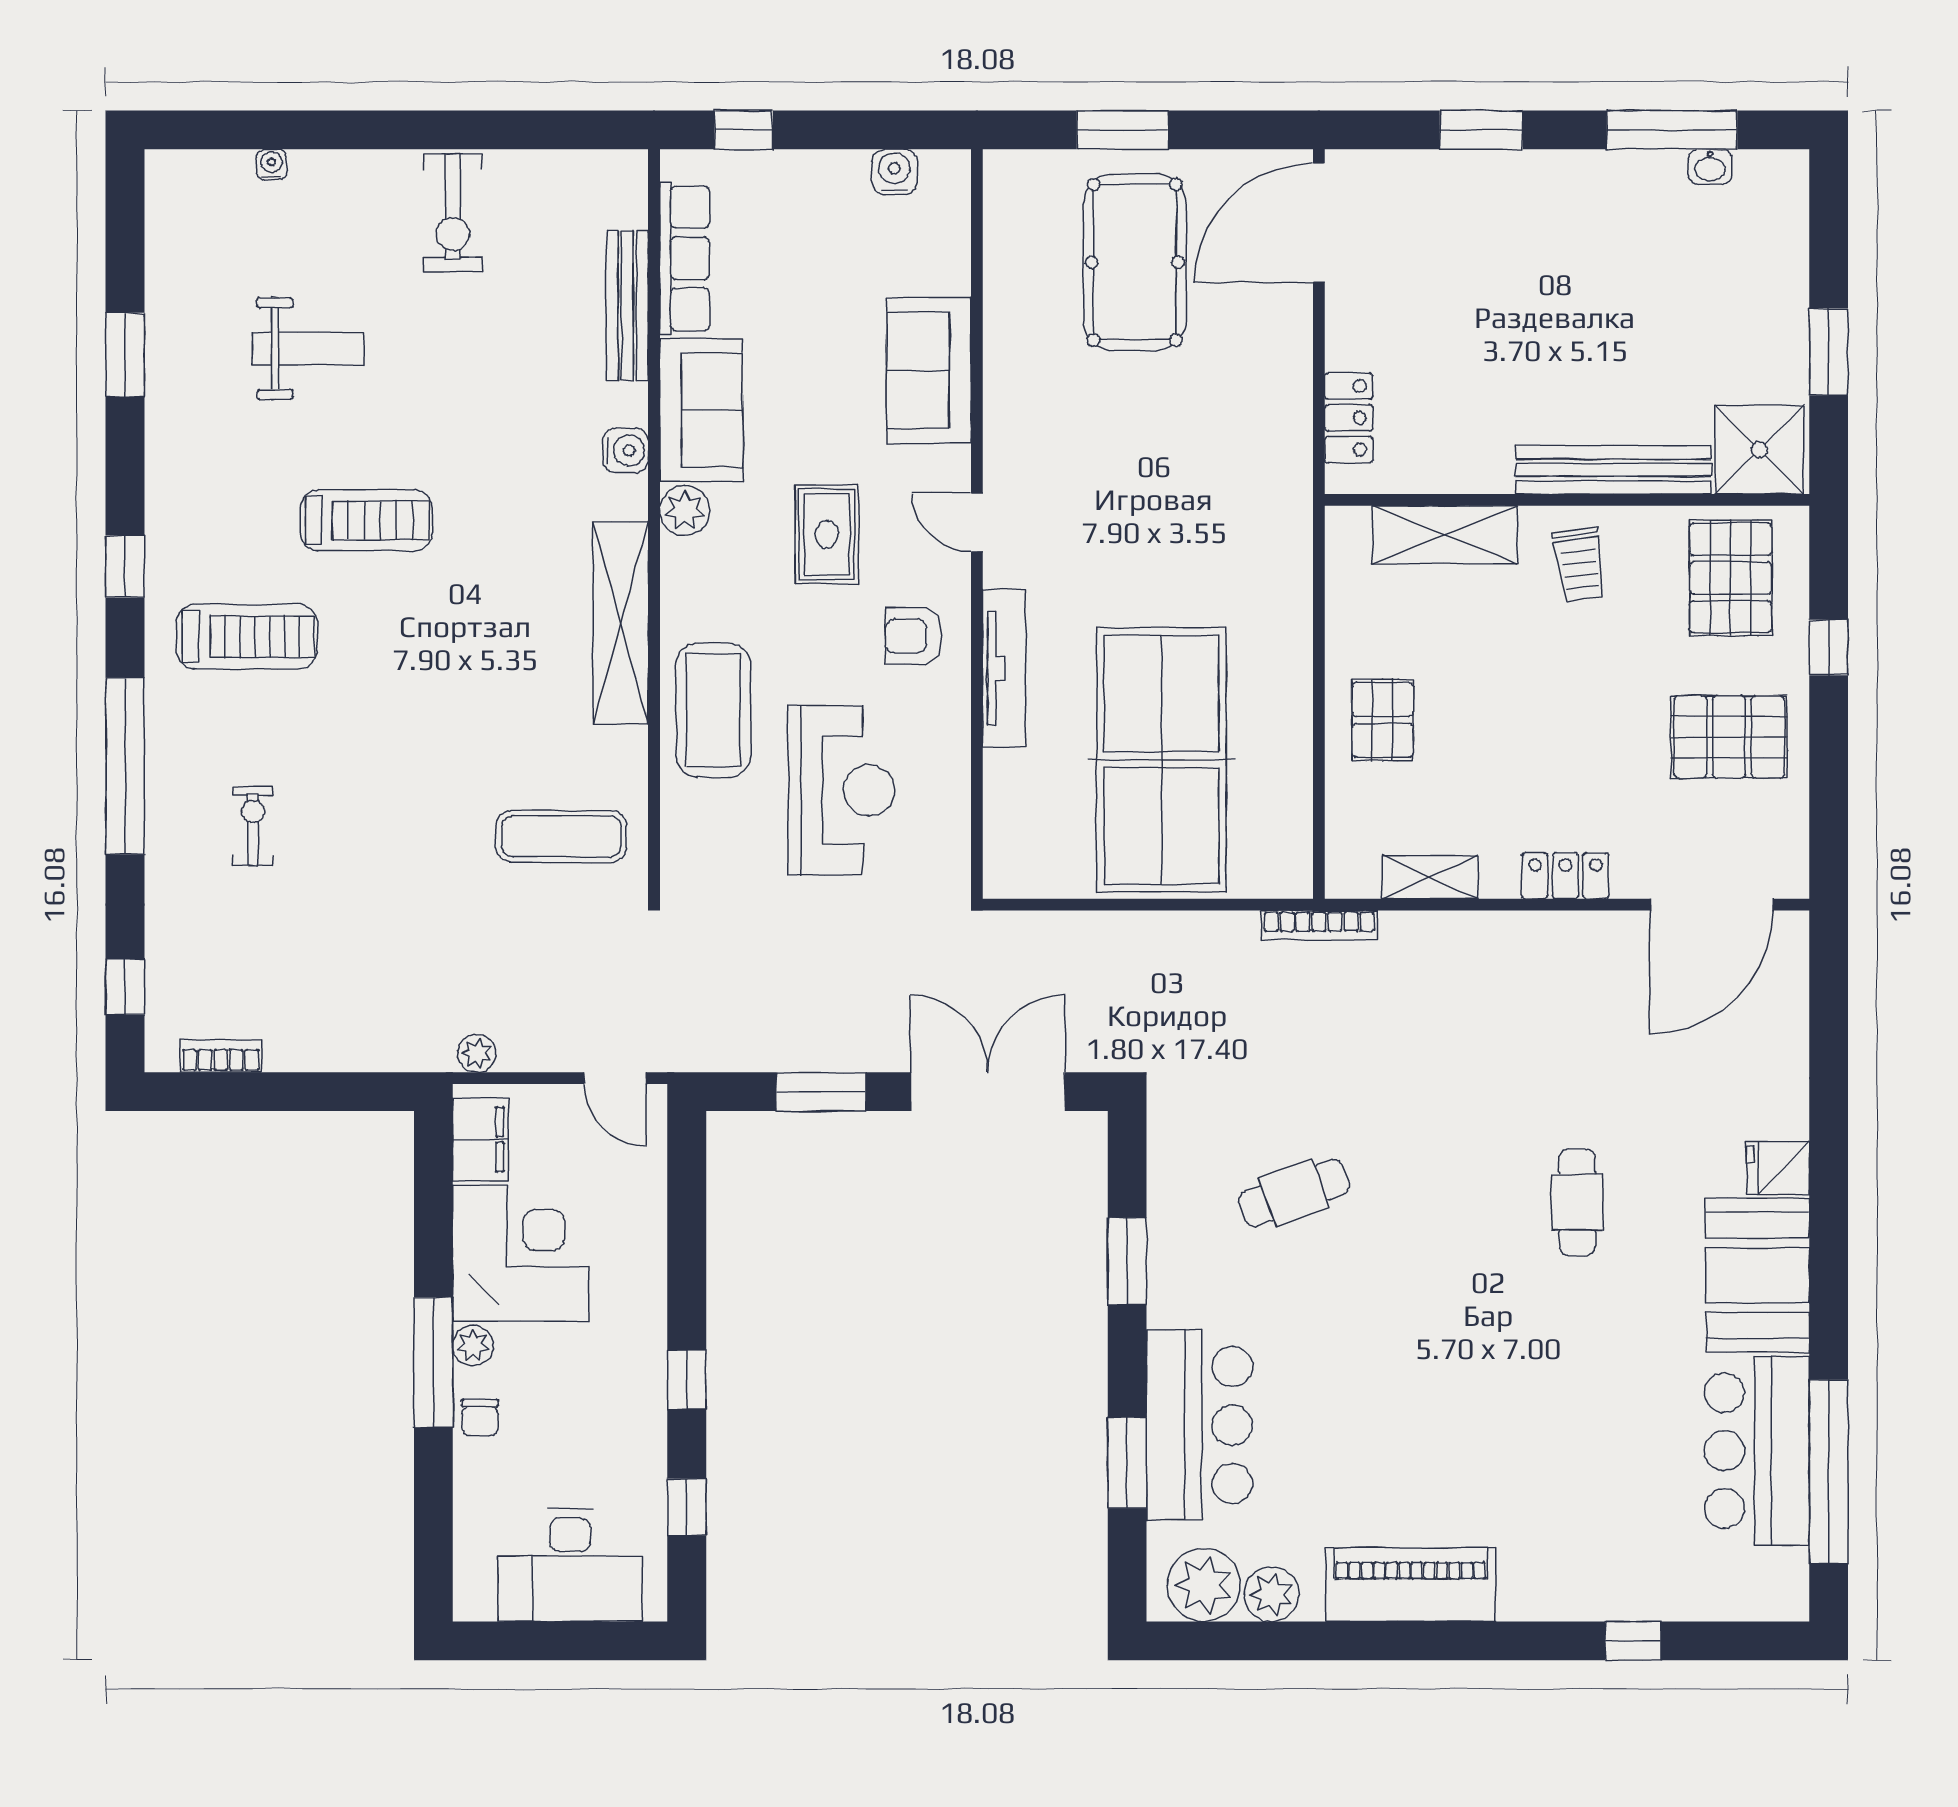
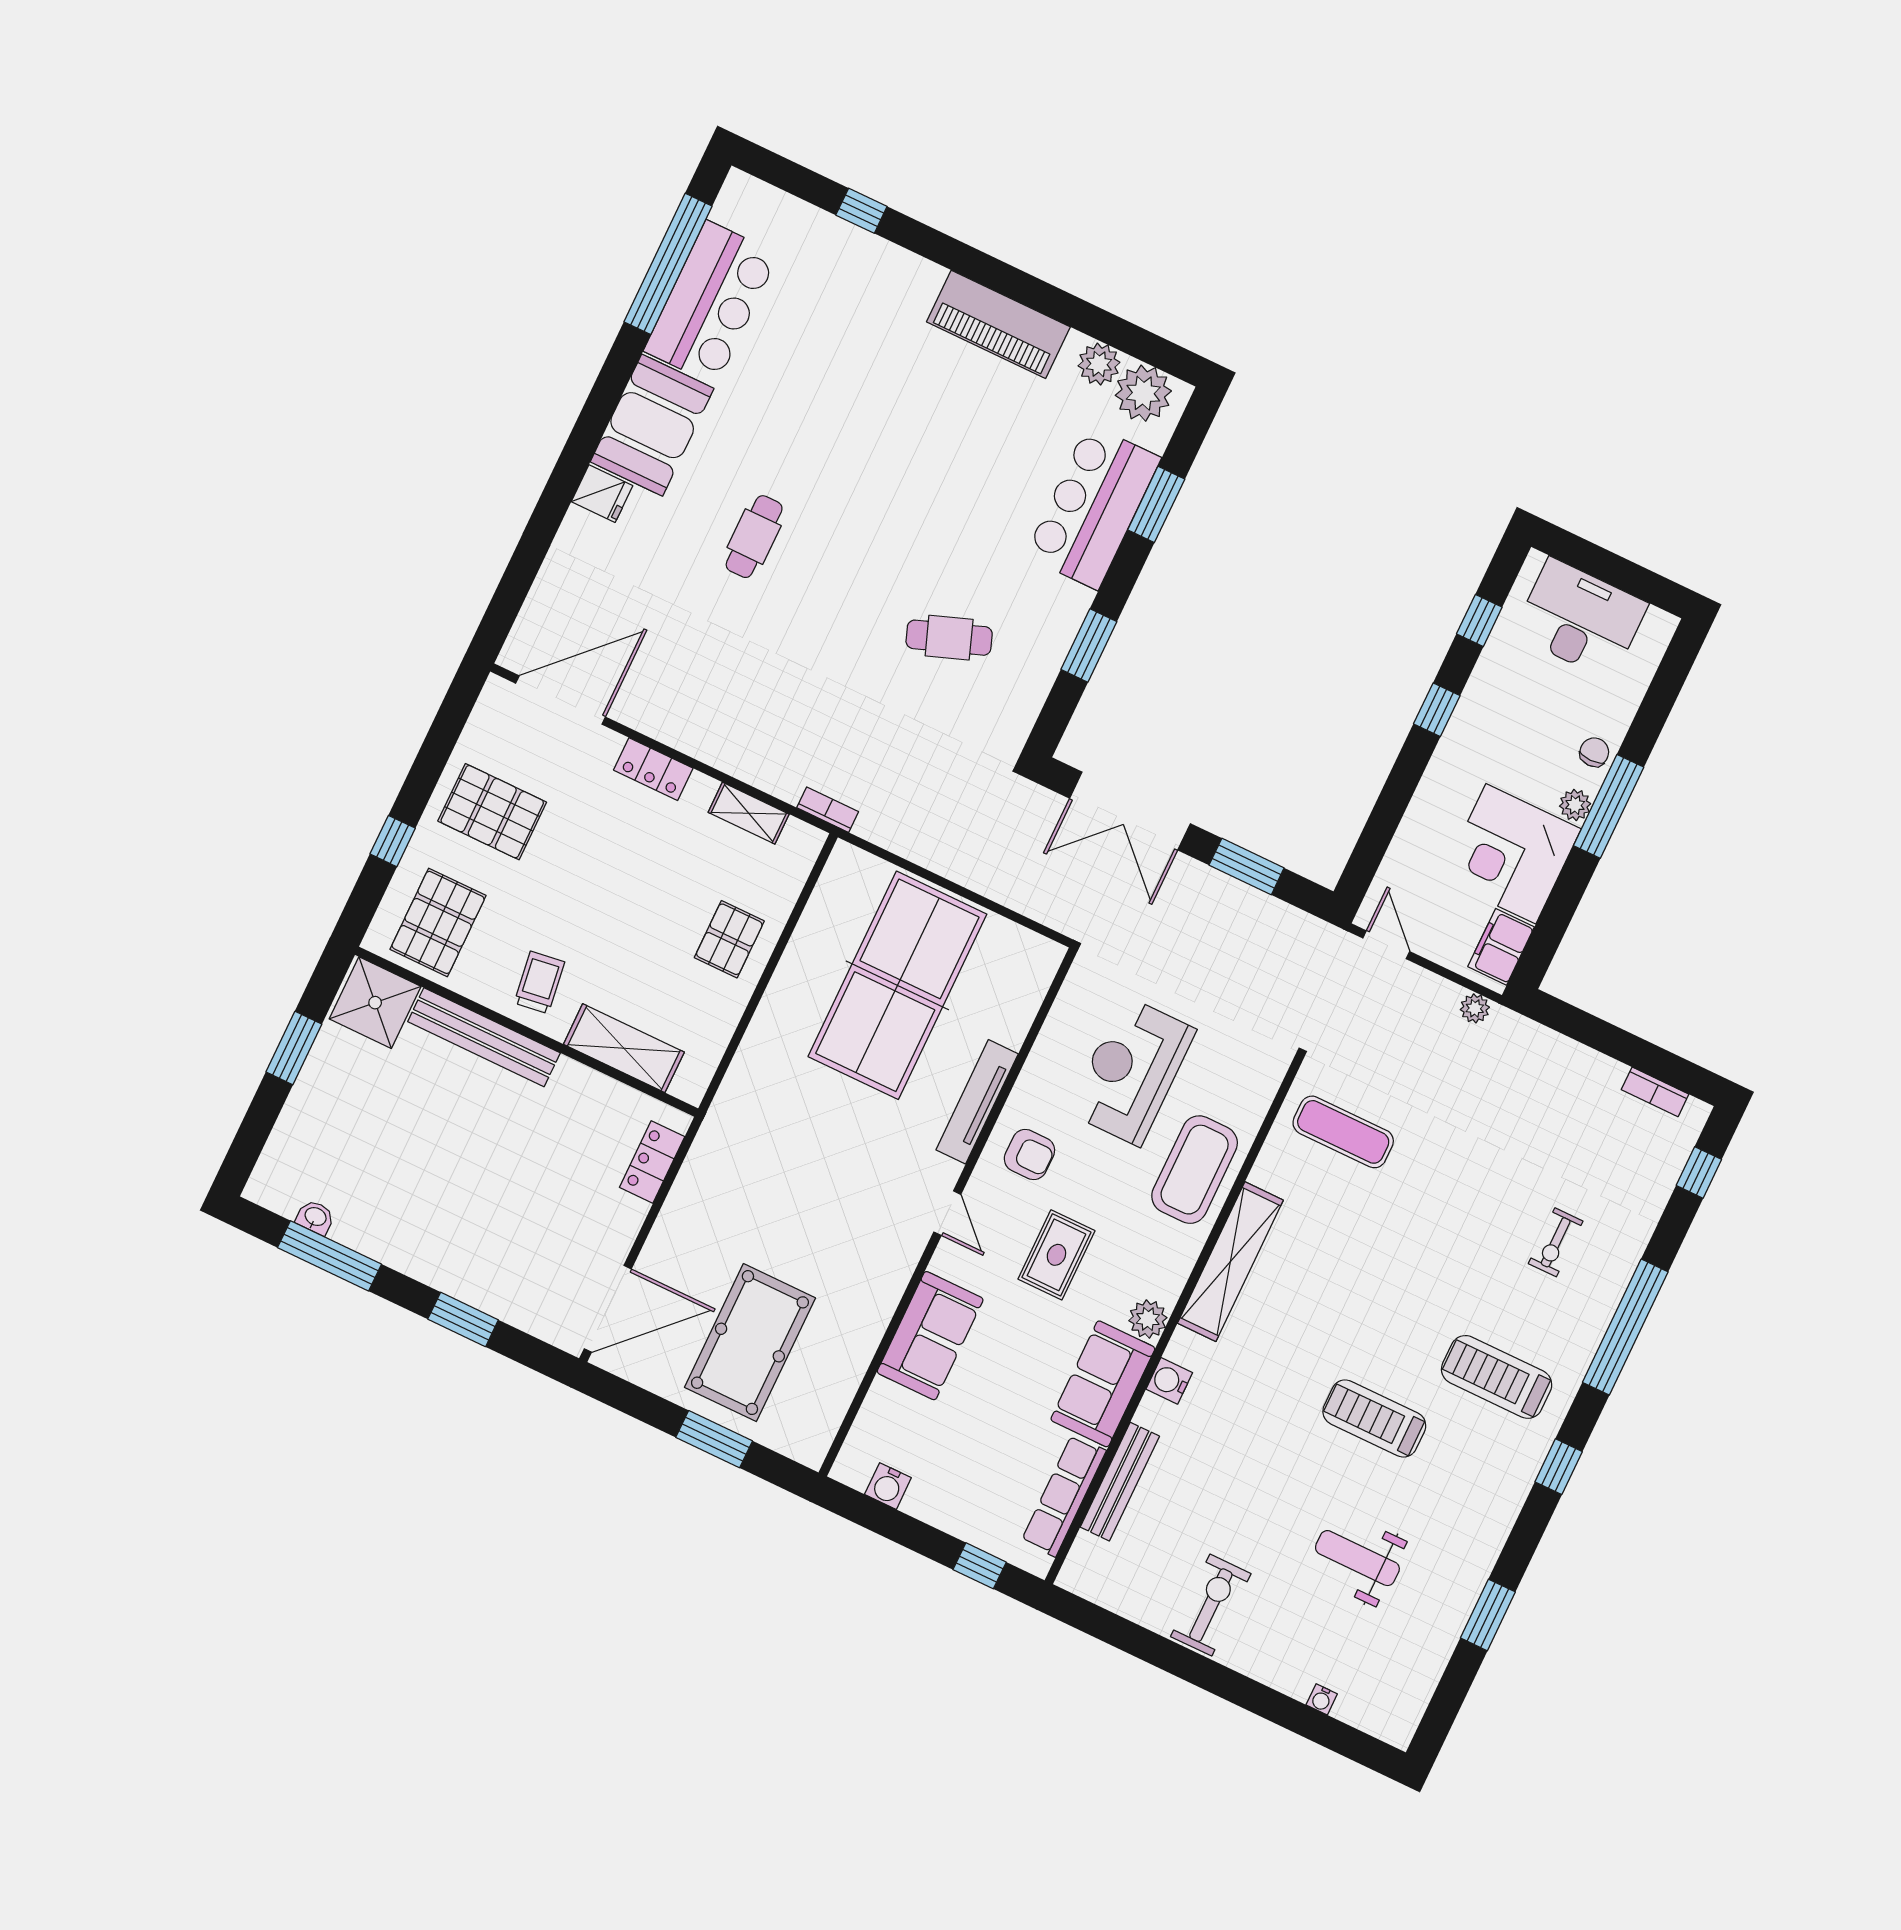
bookcase: (1319, 925) -> (828, 810), width x0.64

